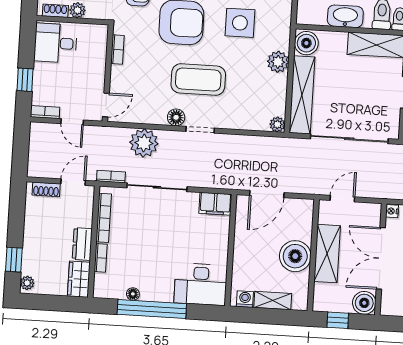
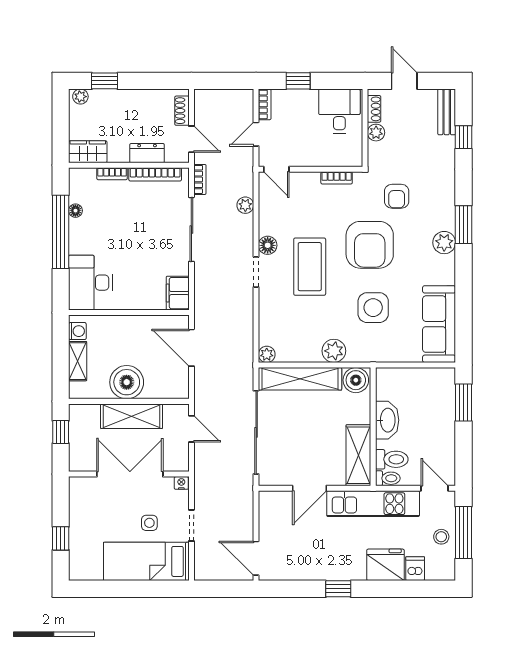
plant: (144, 143) -> (245, 205), width x0.53, depth x0.53
dresser: (82, 244) -> (147, 153), moved
boiler: (364, 303) -> (81, 459), removed

